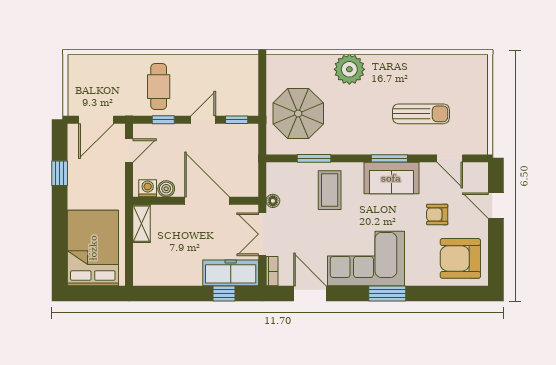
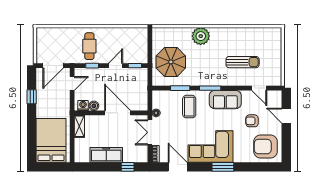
window: (389, 158) -> (210, 88), moved
freezer: (231, 273) -> (106, 155), moved

